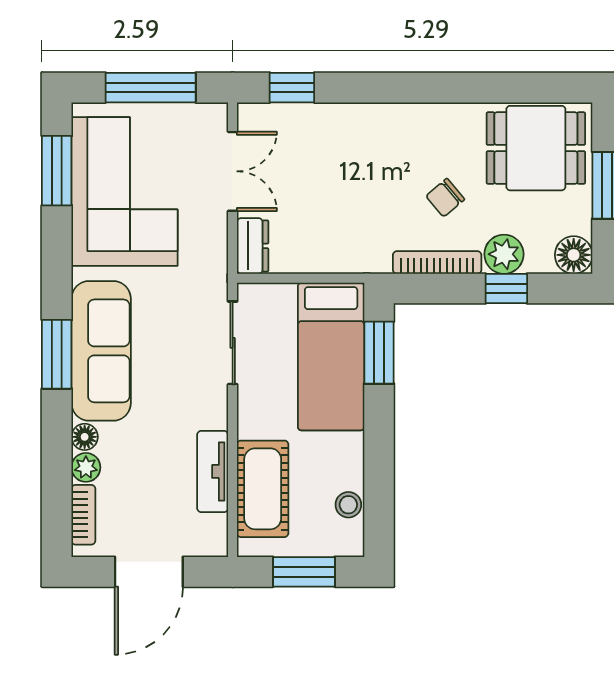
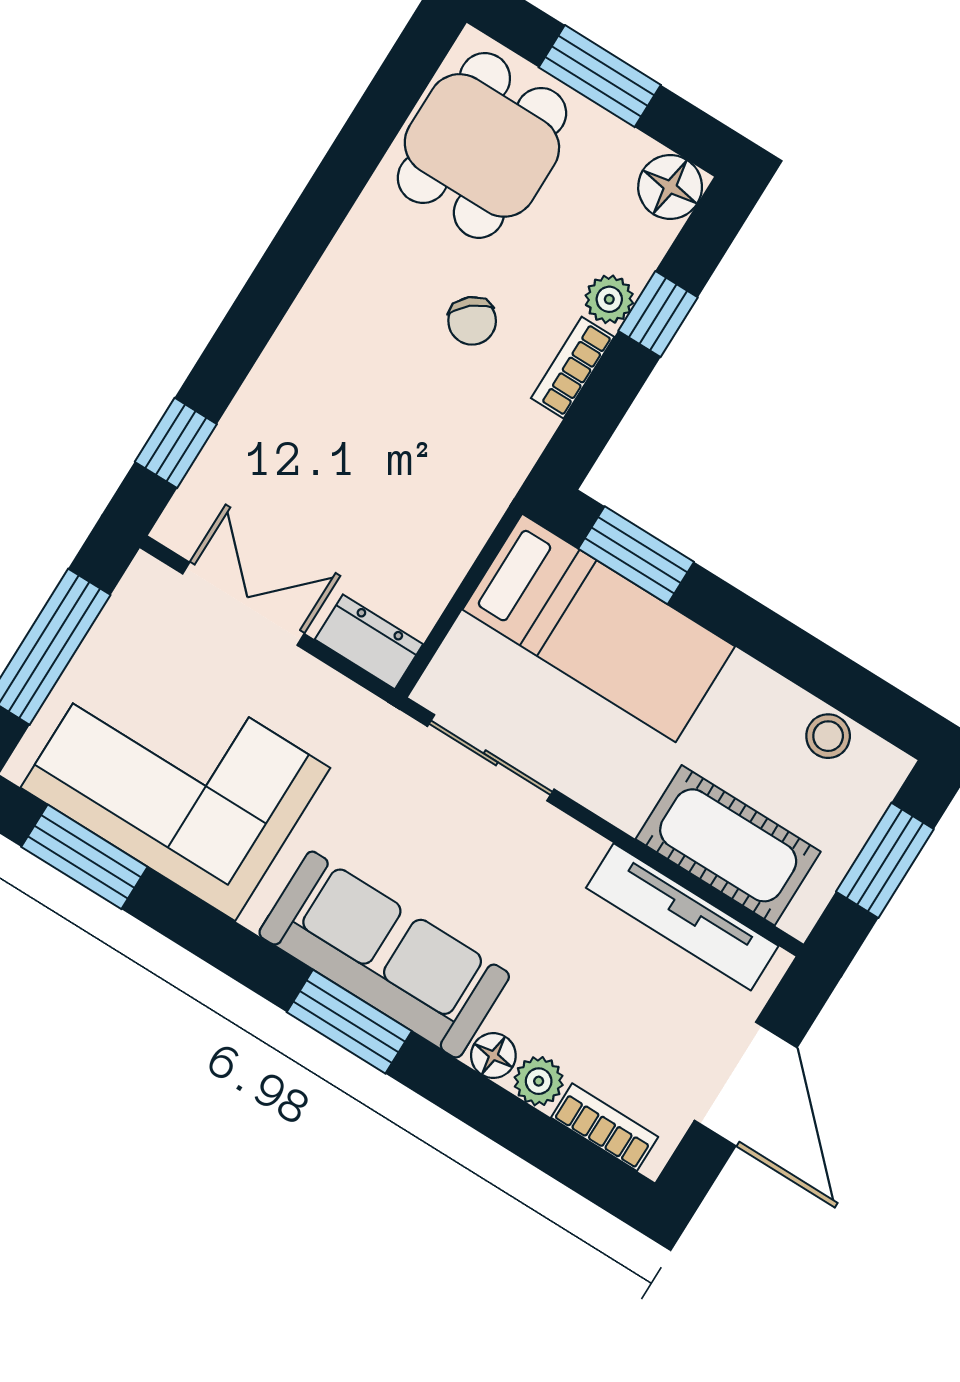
plant: (504, 254) -> (609, 299), width x0.73, depth x0.73
bookcase: (437, 262) -> (573, 368), width x0.64
tv unit: (213, 471) -> (682, 917), width x1.41

